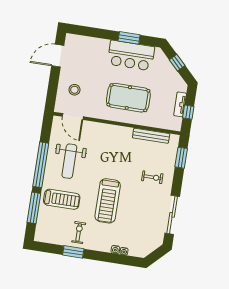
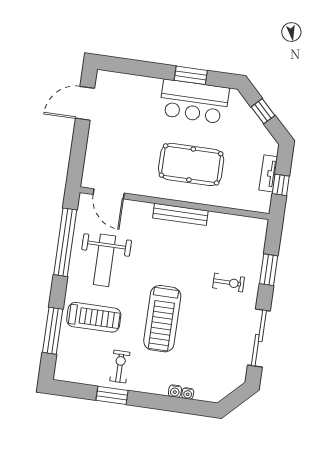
stool: (74, 90) -> (111, 154), removed
bench: (151, 136) -> (180, 214), moved
window: (181, 158) -> (269, 270), moved
window: (41, 165) -> (65, 242), moved

